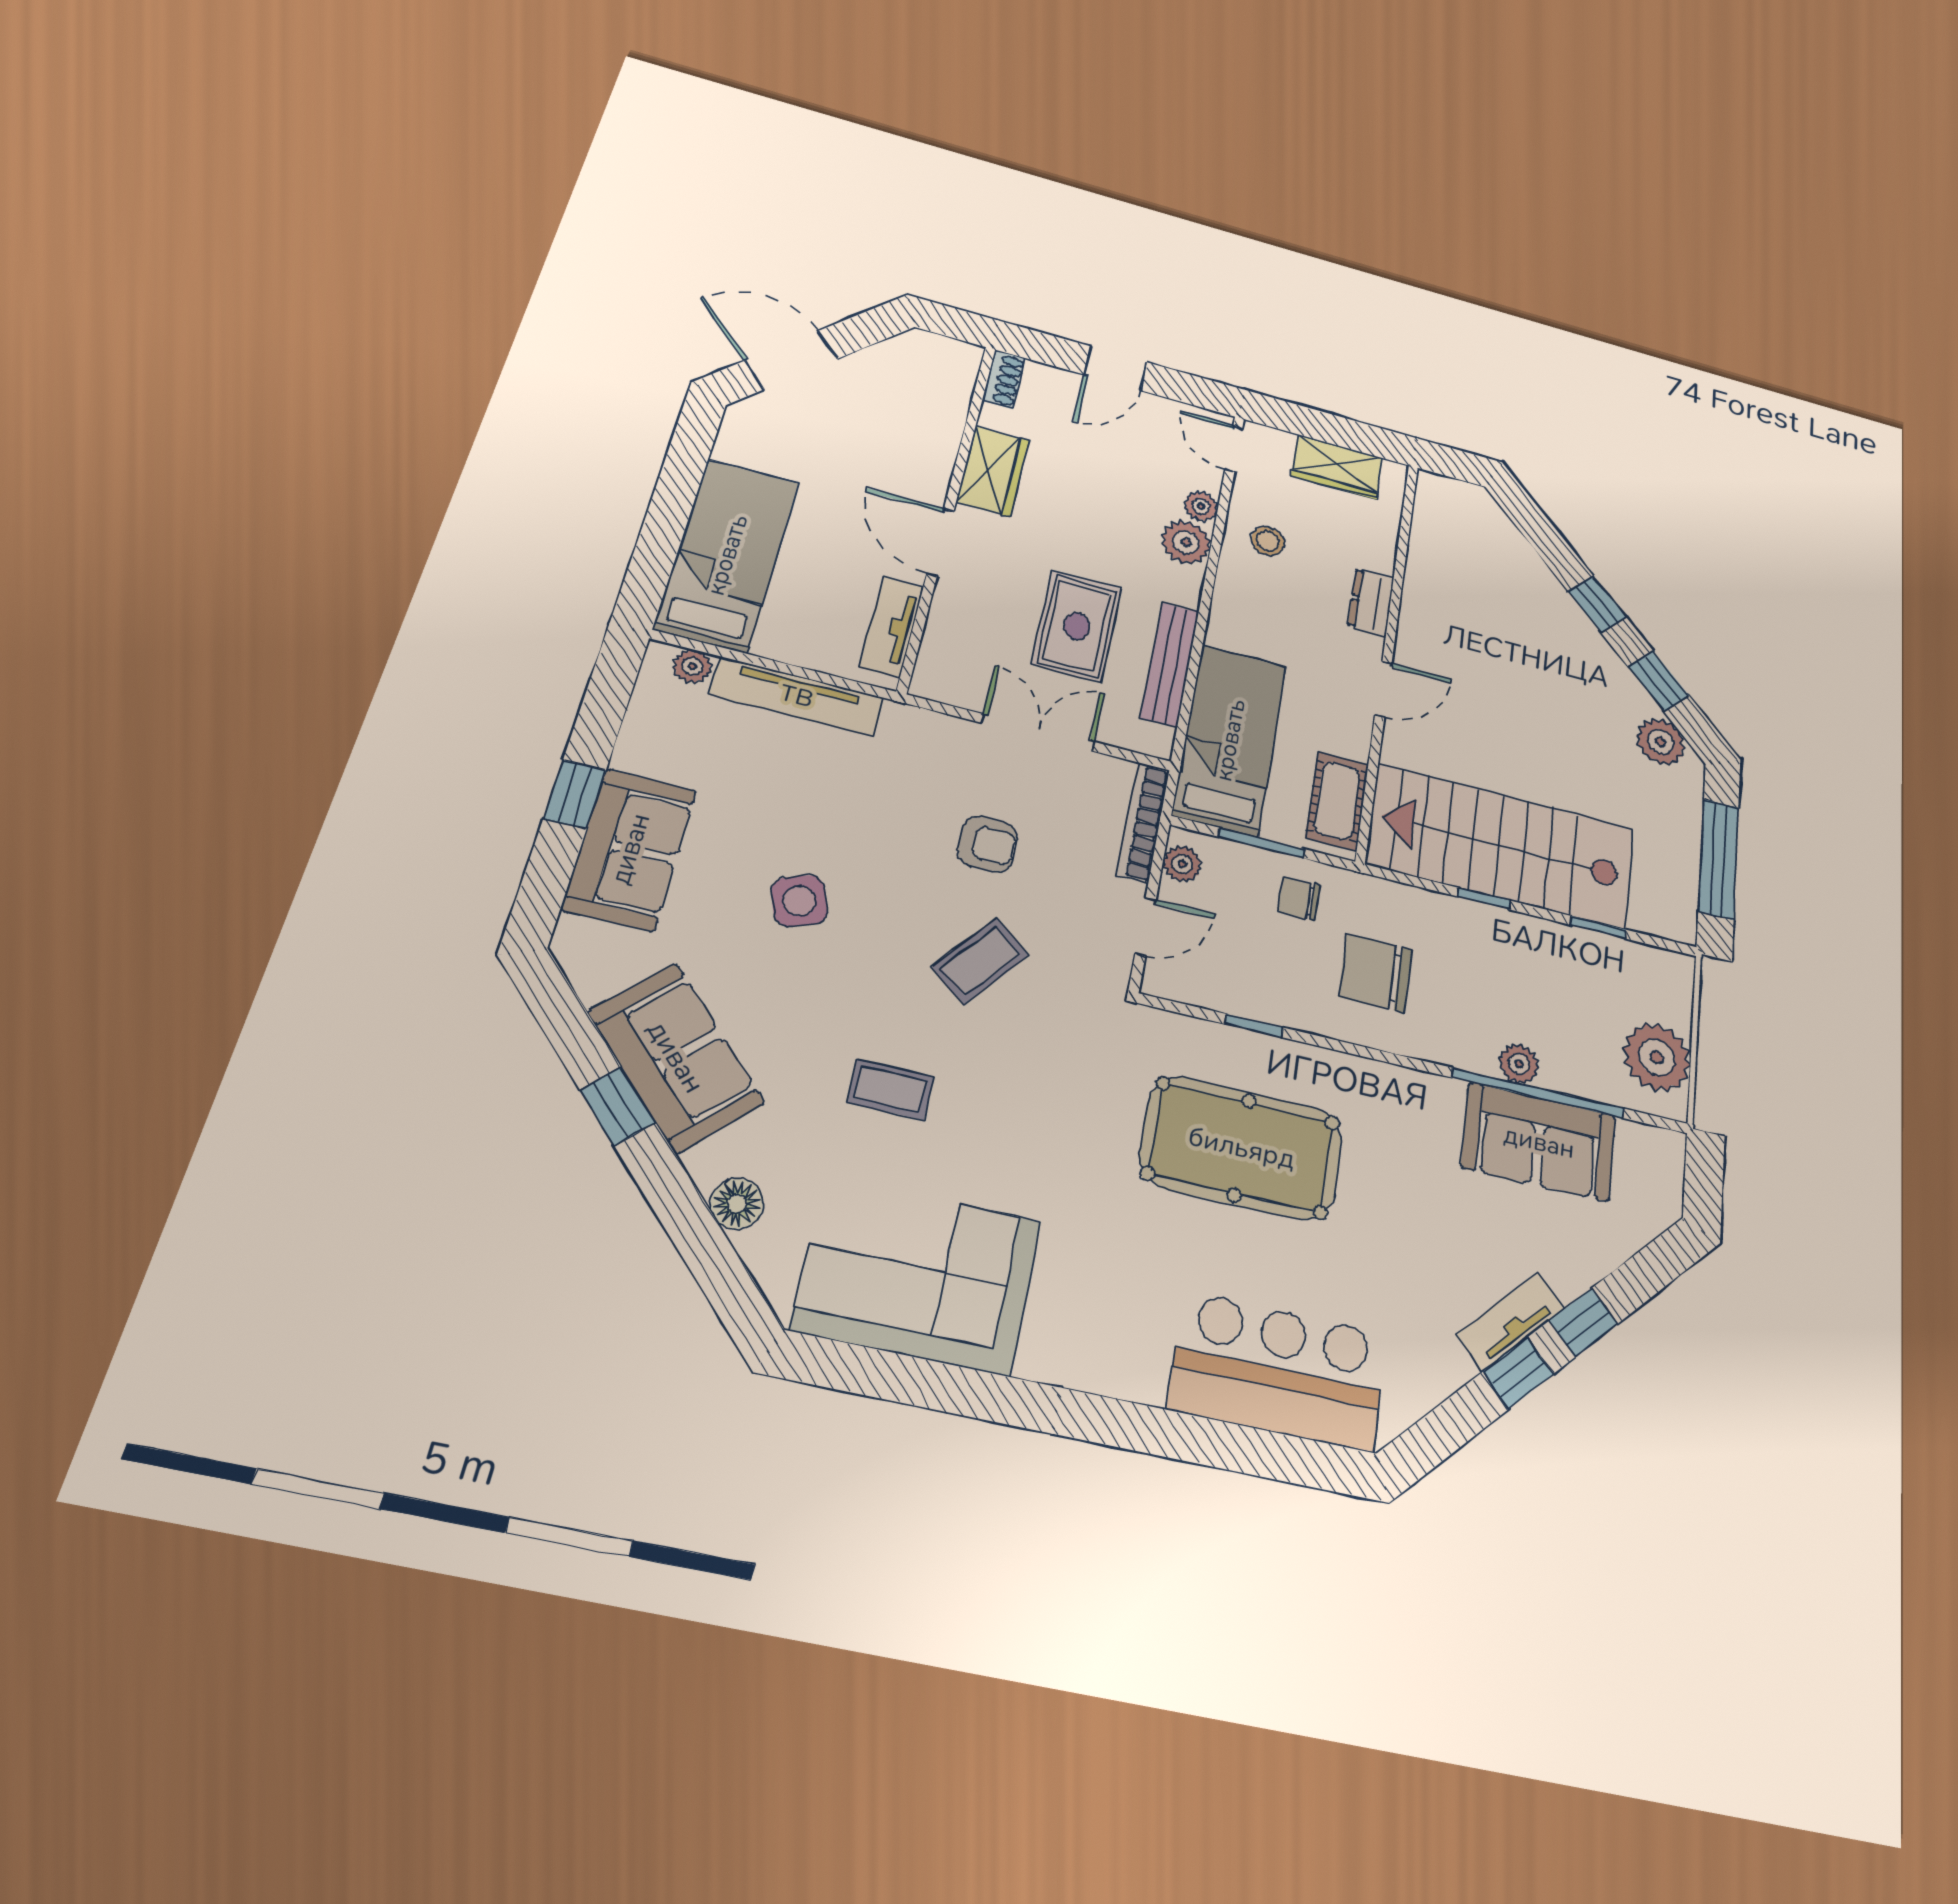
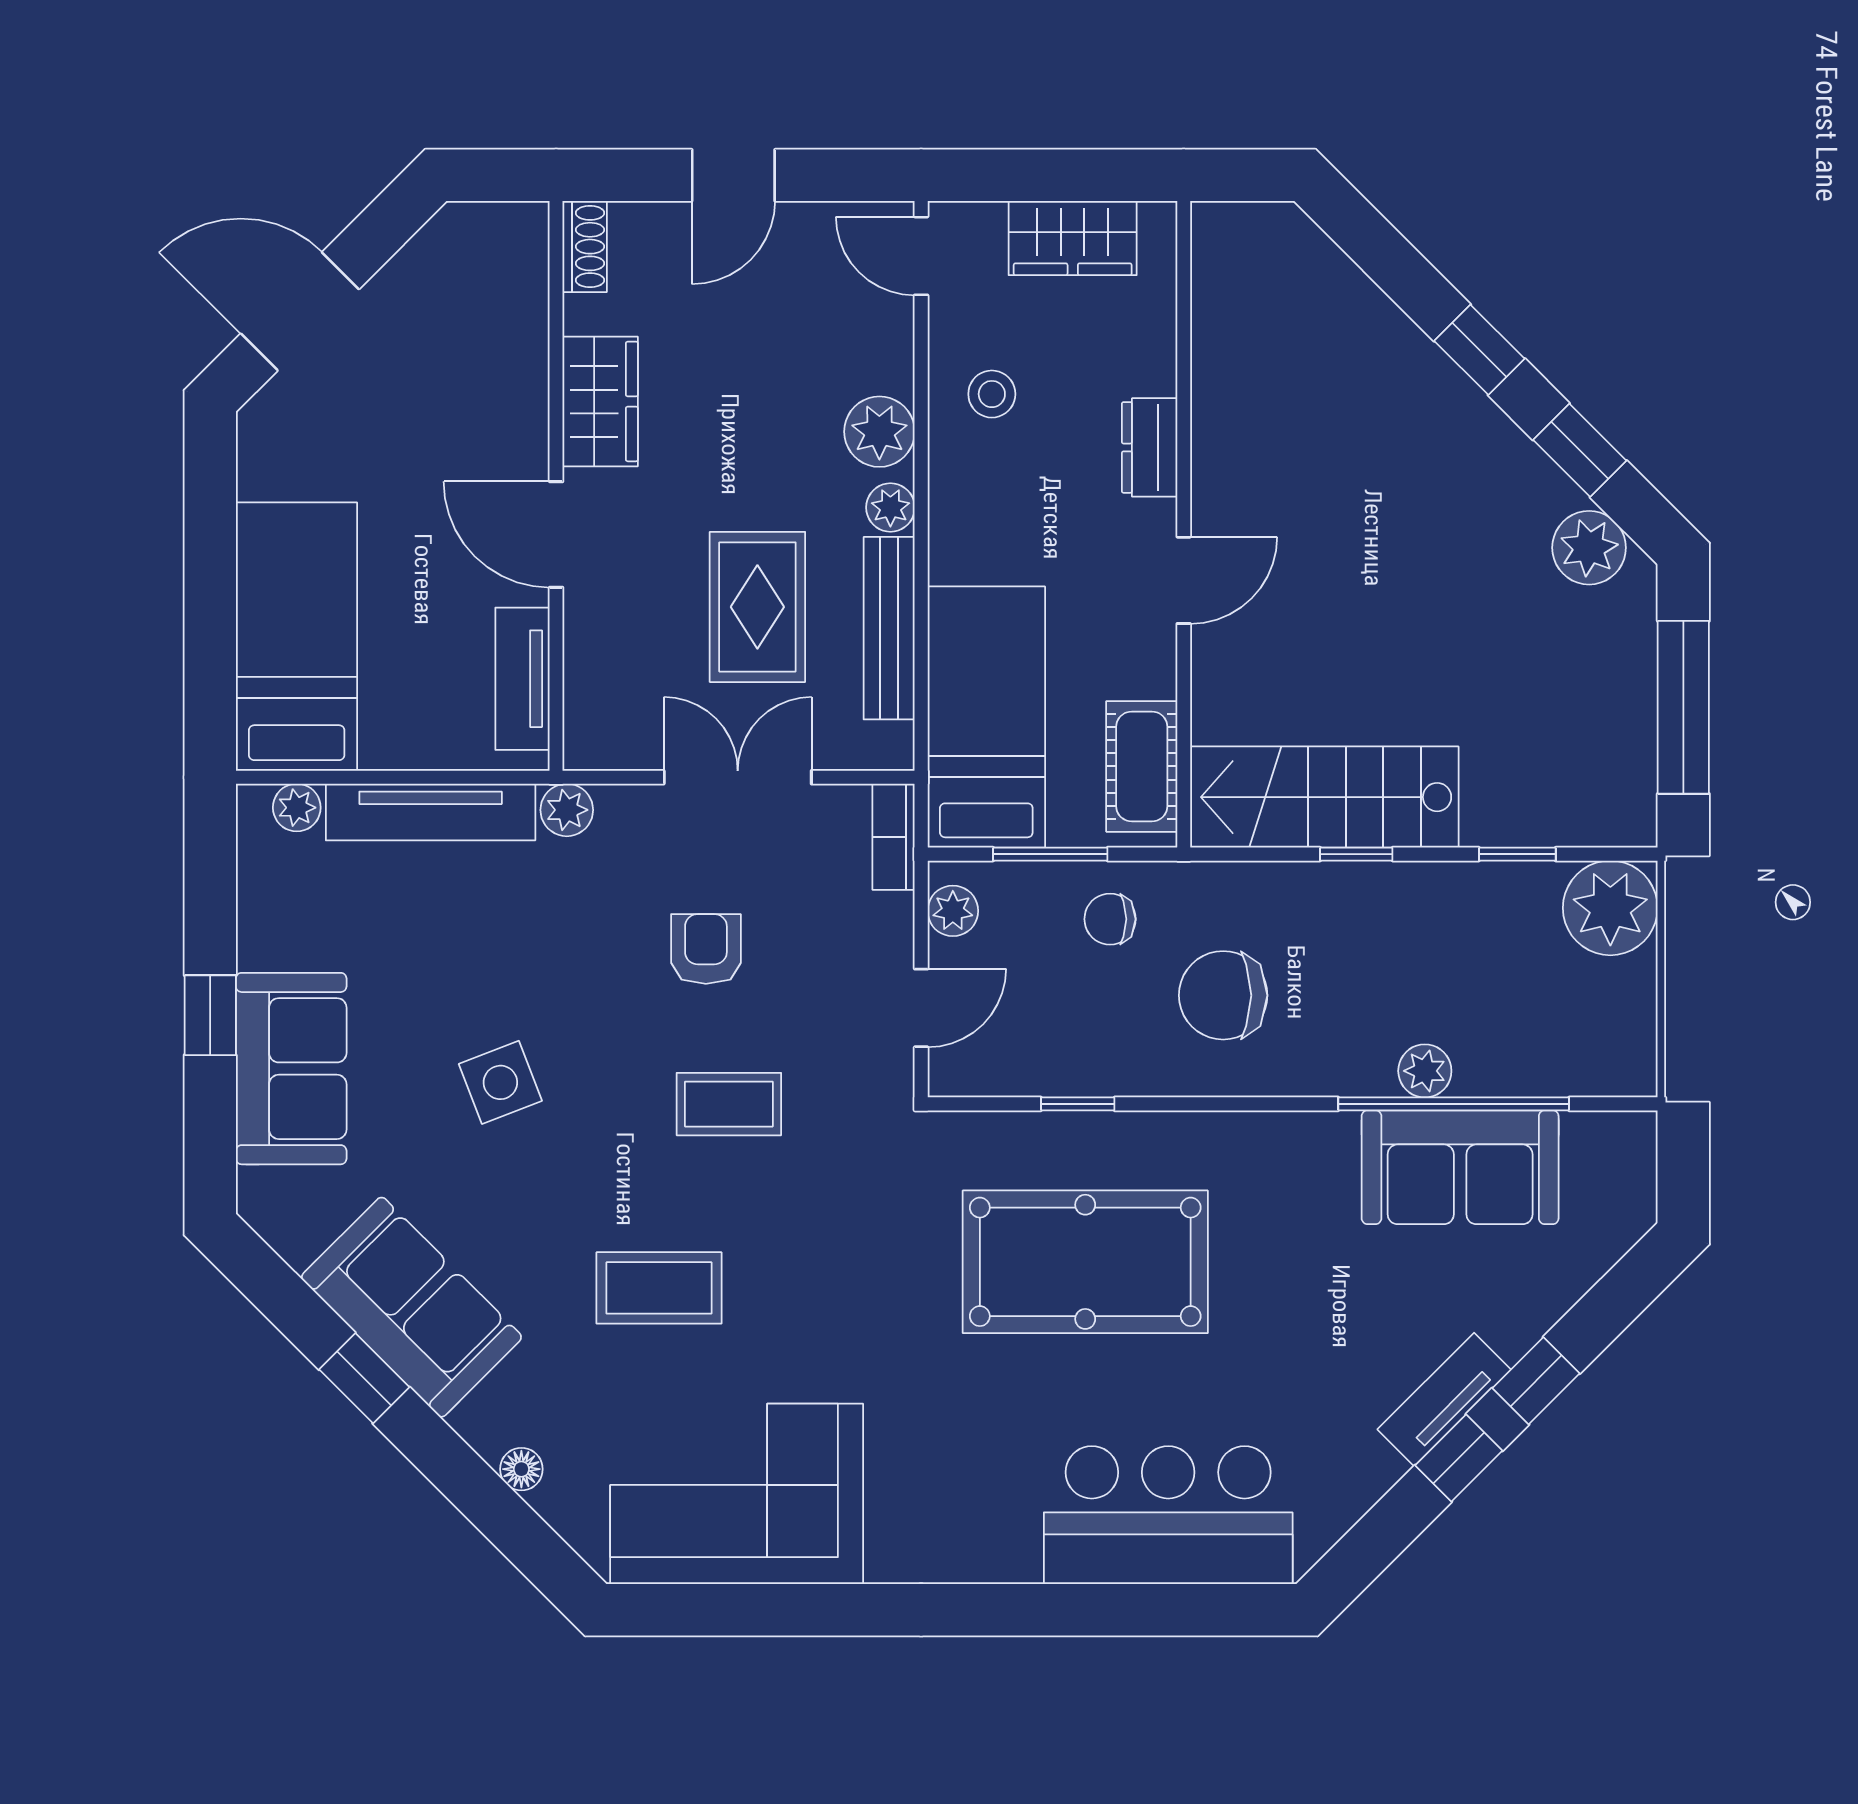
plant: (1201, 506) -> (890, 507), moved
plant: (903, 721) -> (567, 810), added
bookcase: (1143, 822) -> (894, 837), width x0.64
armchair: (988, 844) -> (706, 949), turned -90
stairs: (1502, 846) -> (1324, 797), width x0.73, depth x0.66
coffee table: (980, 961) -> (729, 1104), turned 52
plant: (1657, 1057) -> (1610, 908), moved
coffee table: (890, 1089) -> (659, 1288), width x1.36, depth x1.30
floor lamp: (737, 1204) -> (521, 1469), width x0.73, depth x0.73

